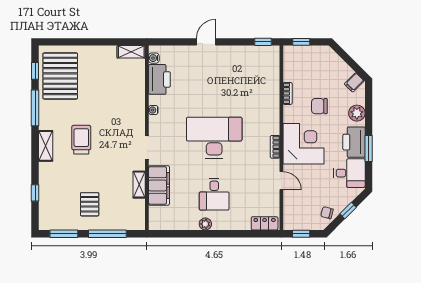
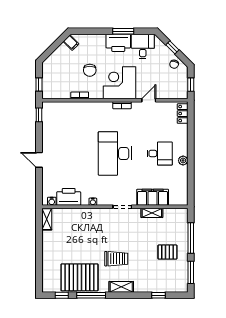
pallet: (60, 76) -> (80, 277), moved
plant: (357, 113) -> (95, 40), removed
trolley: (81, 140) -> (116, 259), turned 180

